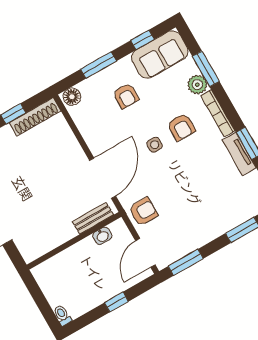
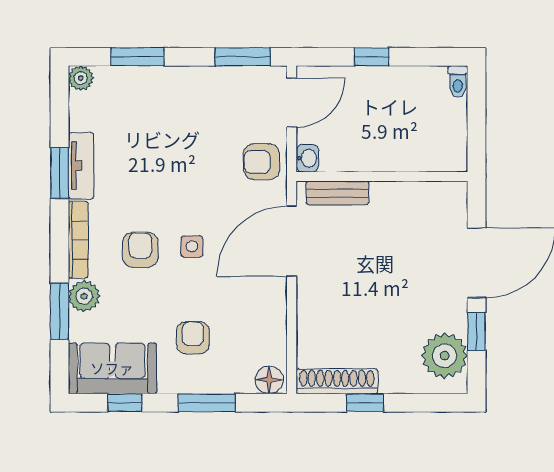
washbasin: (102, 236) -> (307, 158), moved, turned 90

